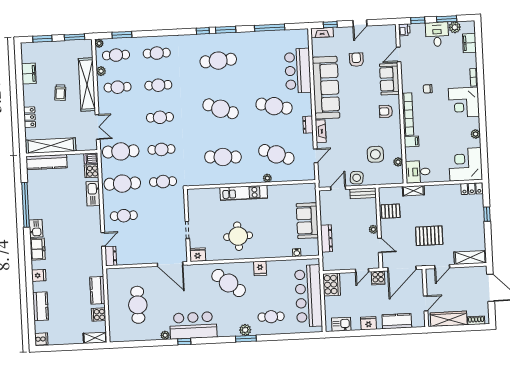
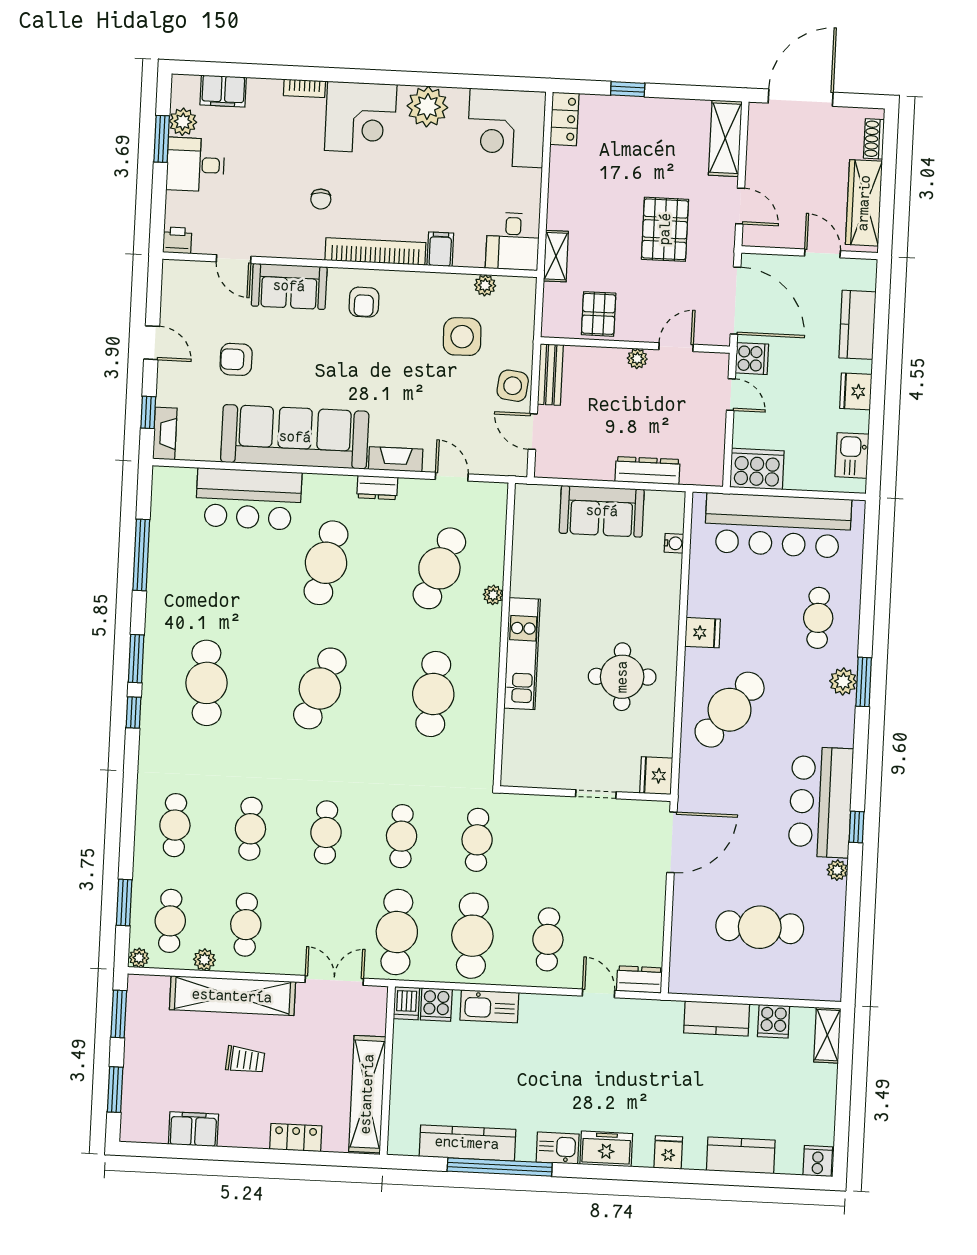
window: (418, 20) -> (158, 206), removed
plant: (476, 134) -> (427, 107), width x1.87, depth x1.87
kitchen counter: (47, 162) -> (467, 1143), moved, turned -90

